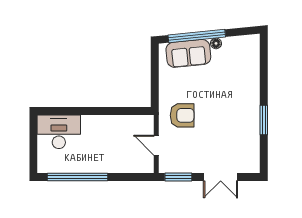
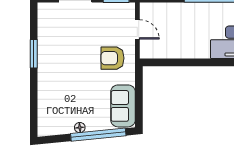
sofa: (188, 53) -> (123, 106), moved, turned -84

